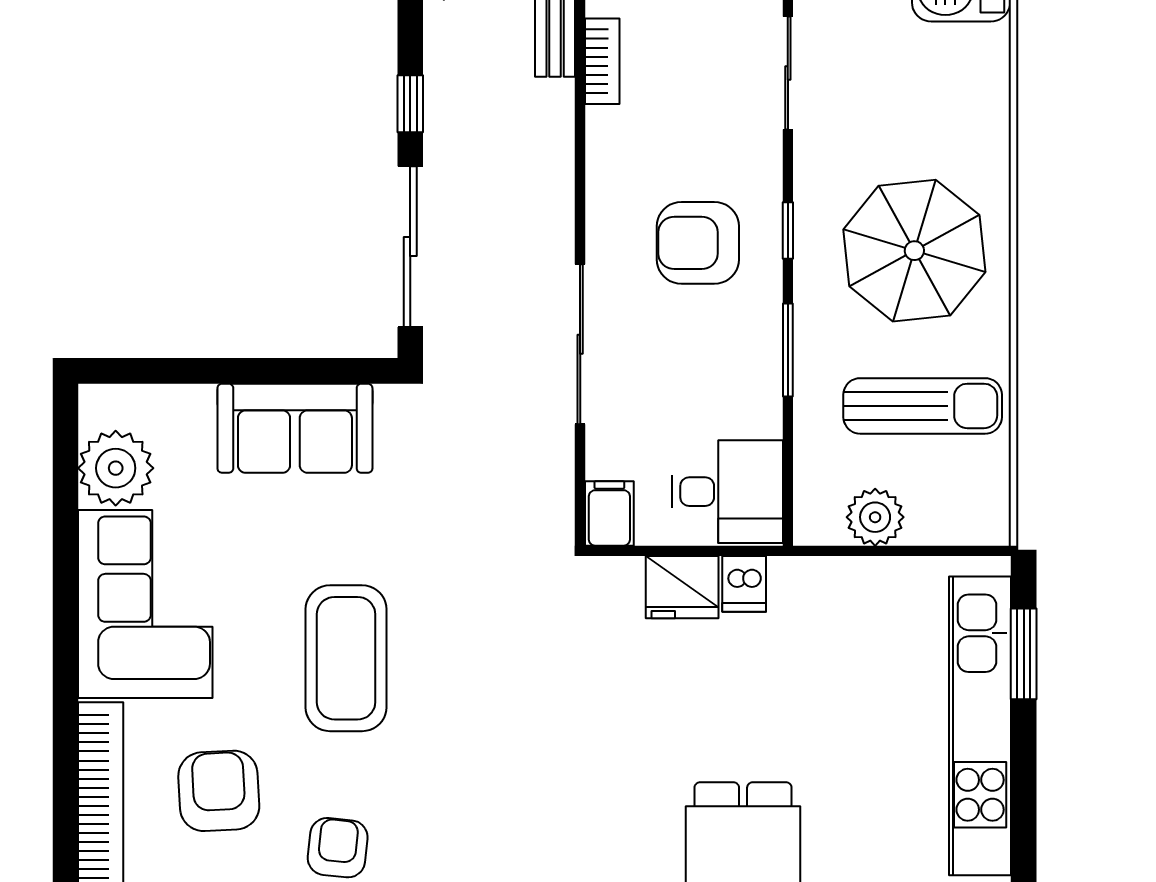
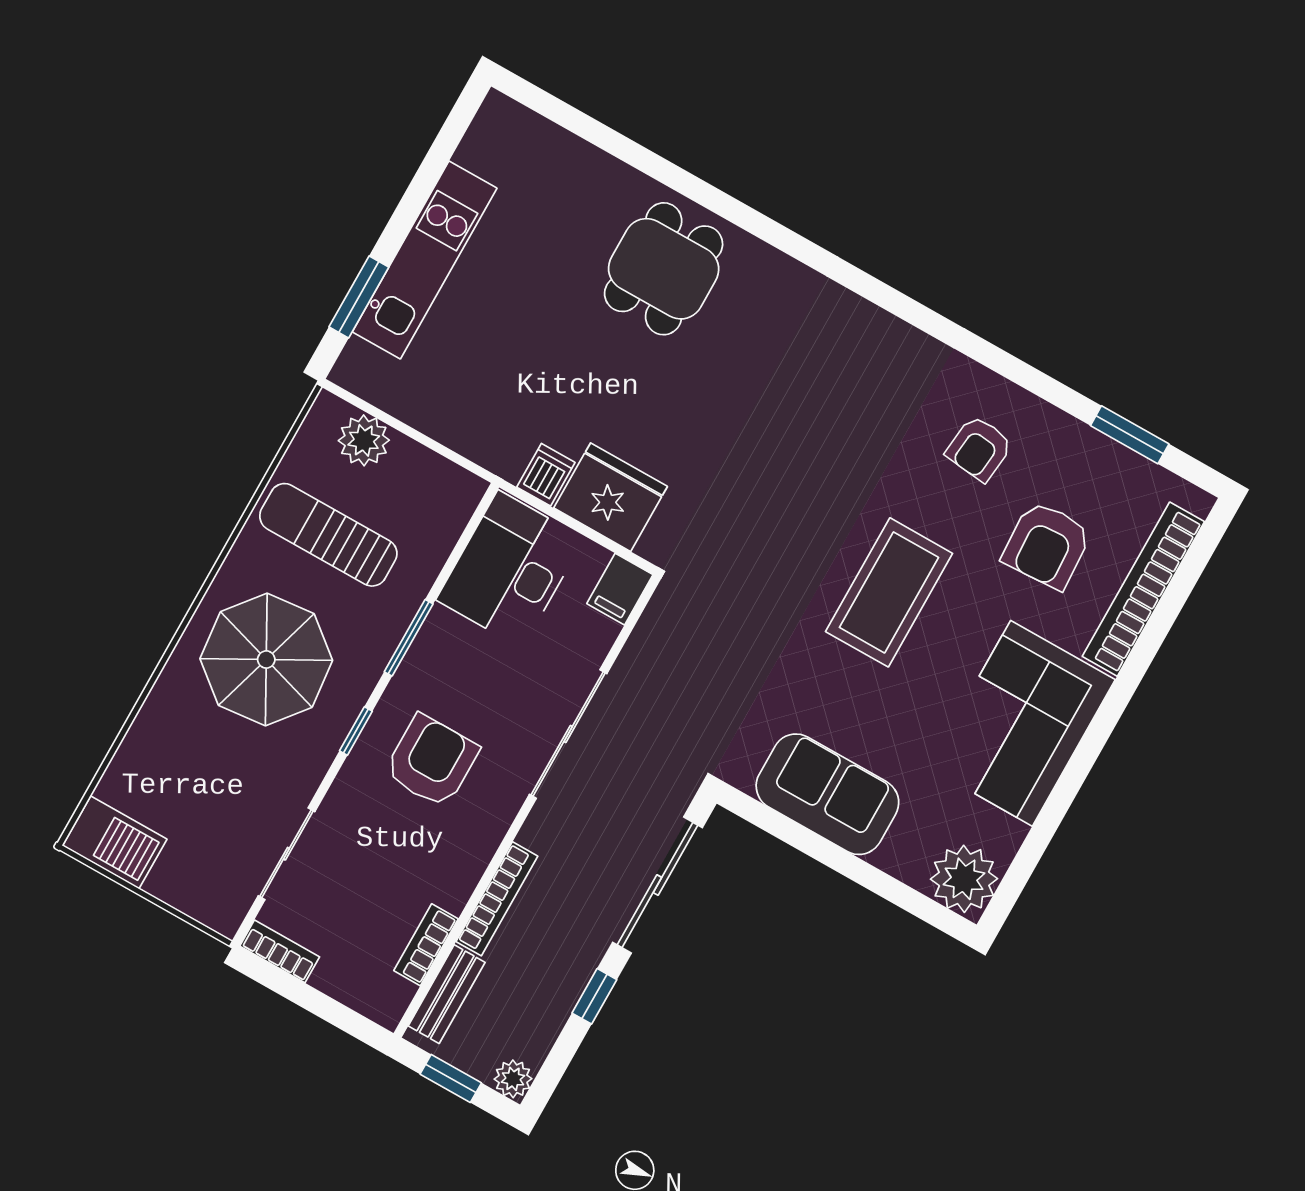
bookcase: (559, 145) -> (497, 899), added
armchair: (698, 243) -> (432, 761), turned -90
plant: (116, 468) -> (964, 879), moved
desk: (727, 492) -> (510, 569), width x1.37
plant: (875, 517) -> (364, 440), moved
fridge: (682, 587) -> (611, 497), width x1.36, depth x1.34
kitchen unit: (980, 726) -> (425, 260), width x0.73

